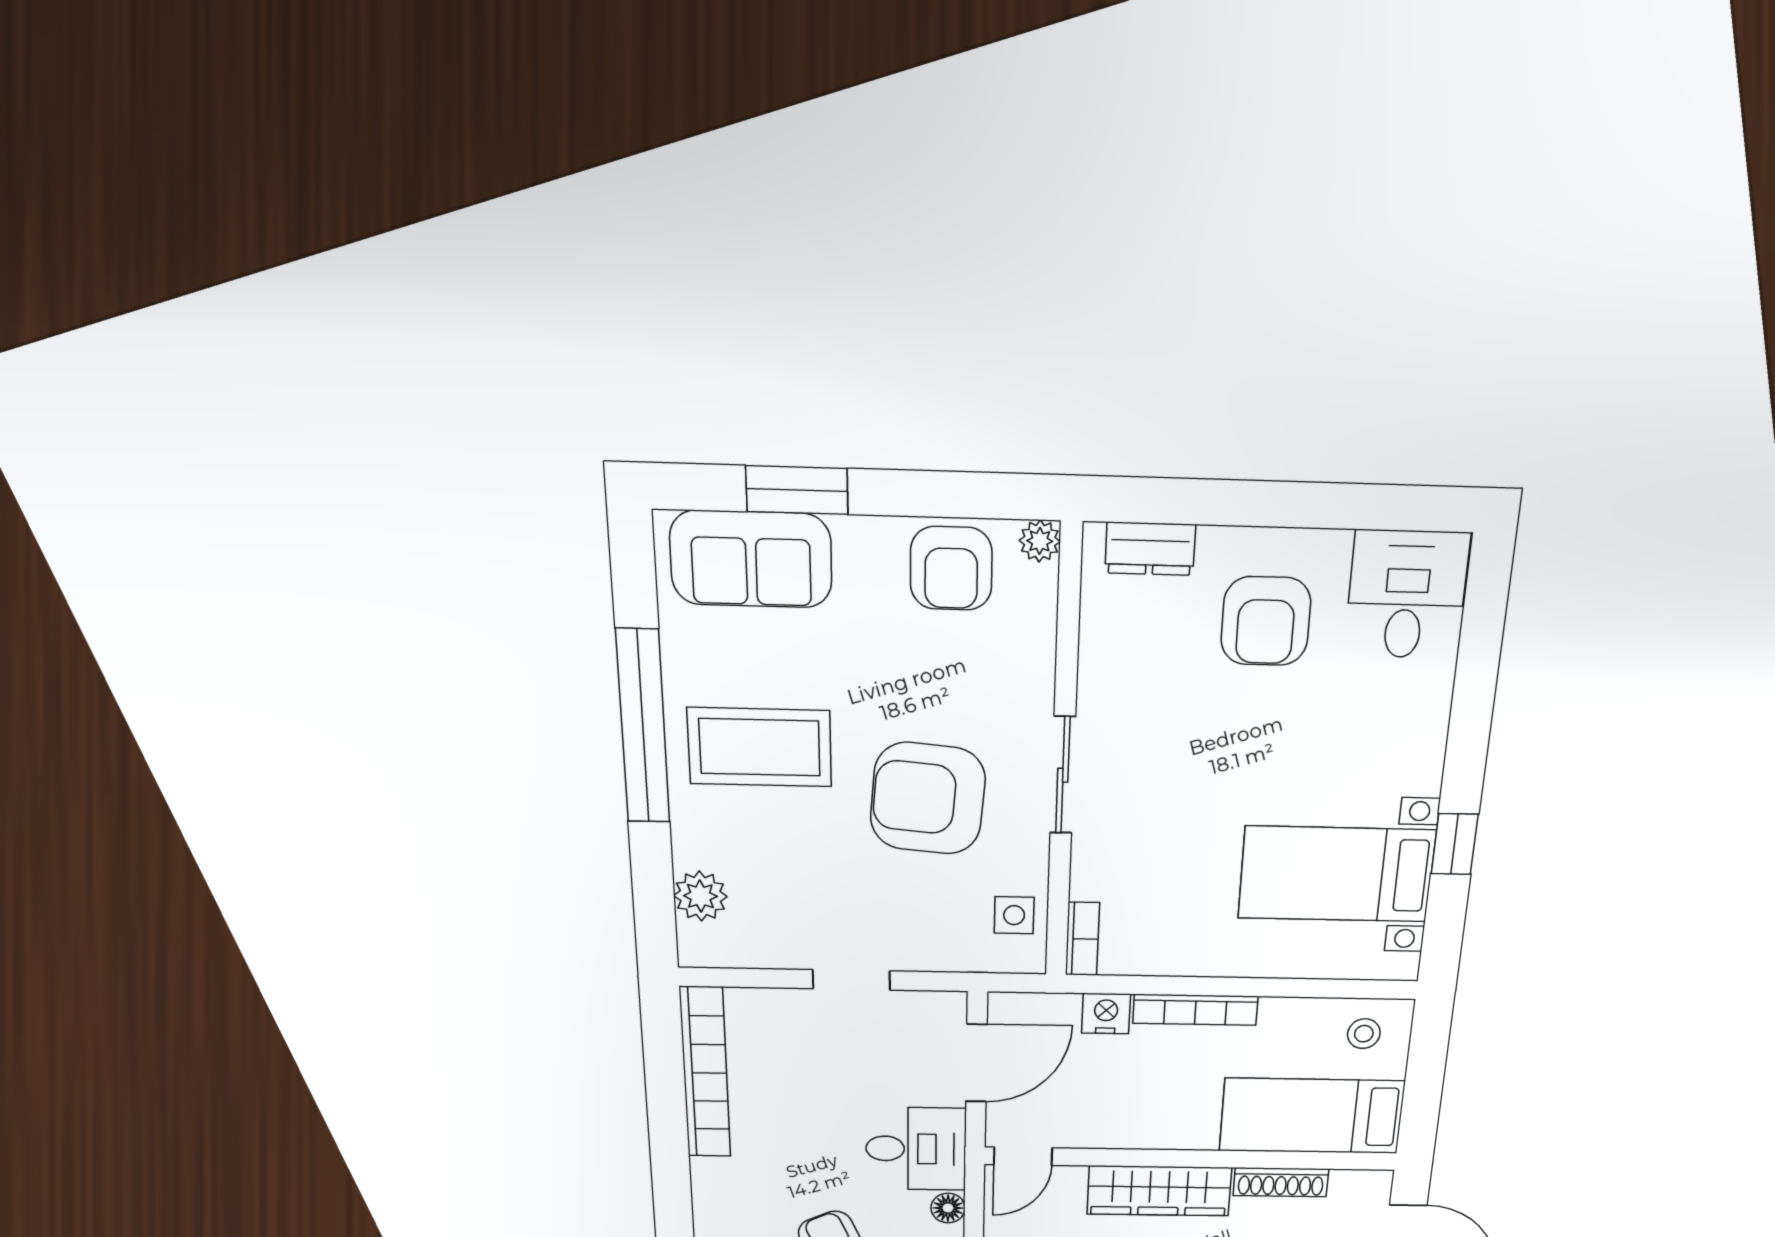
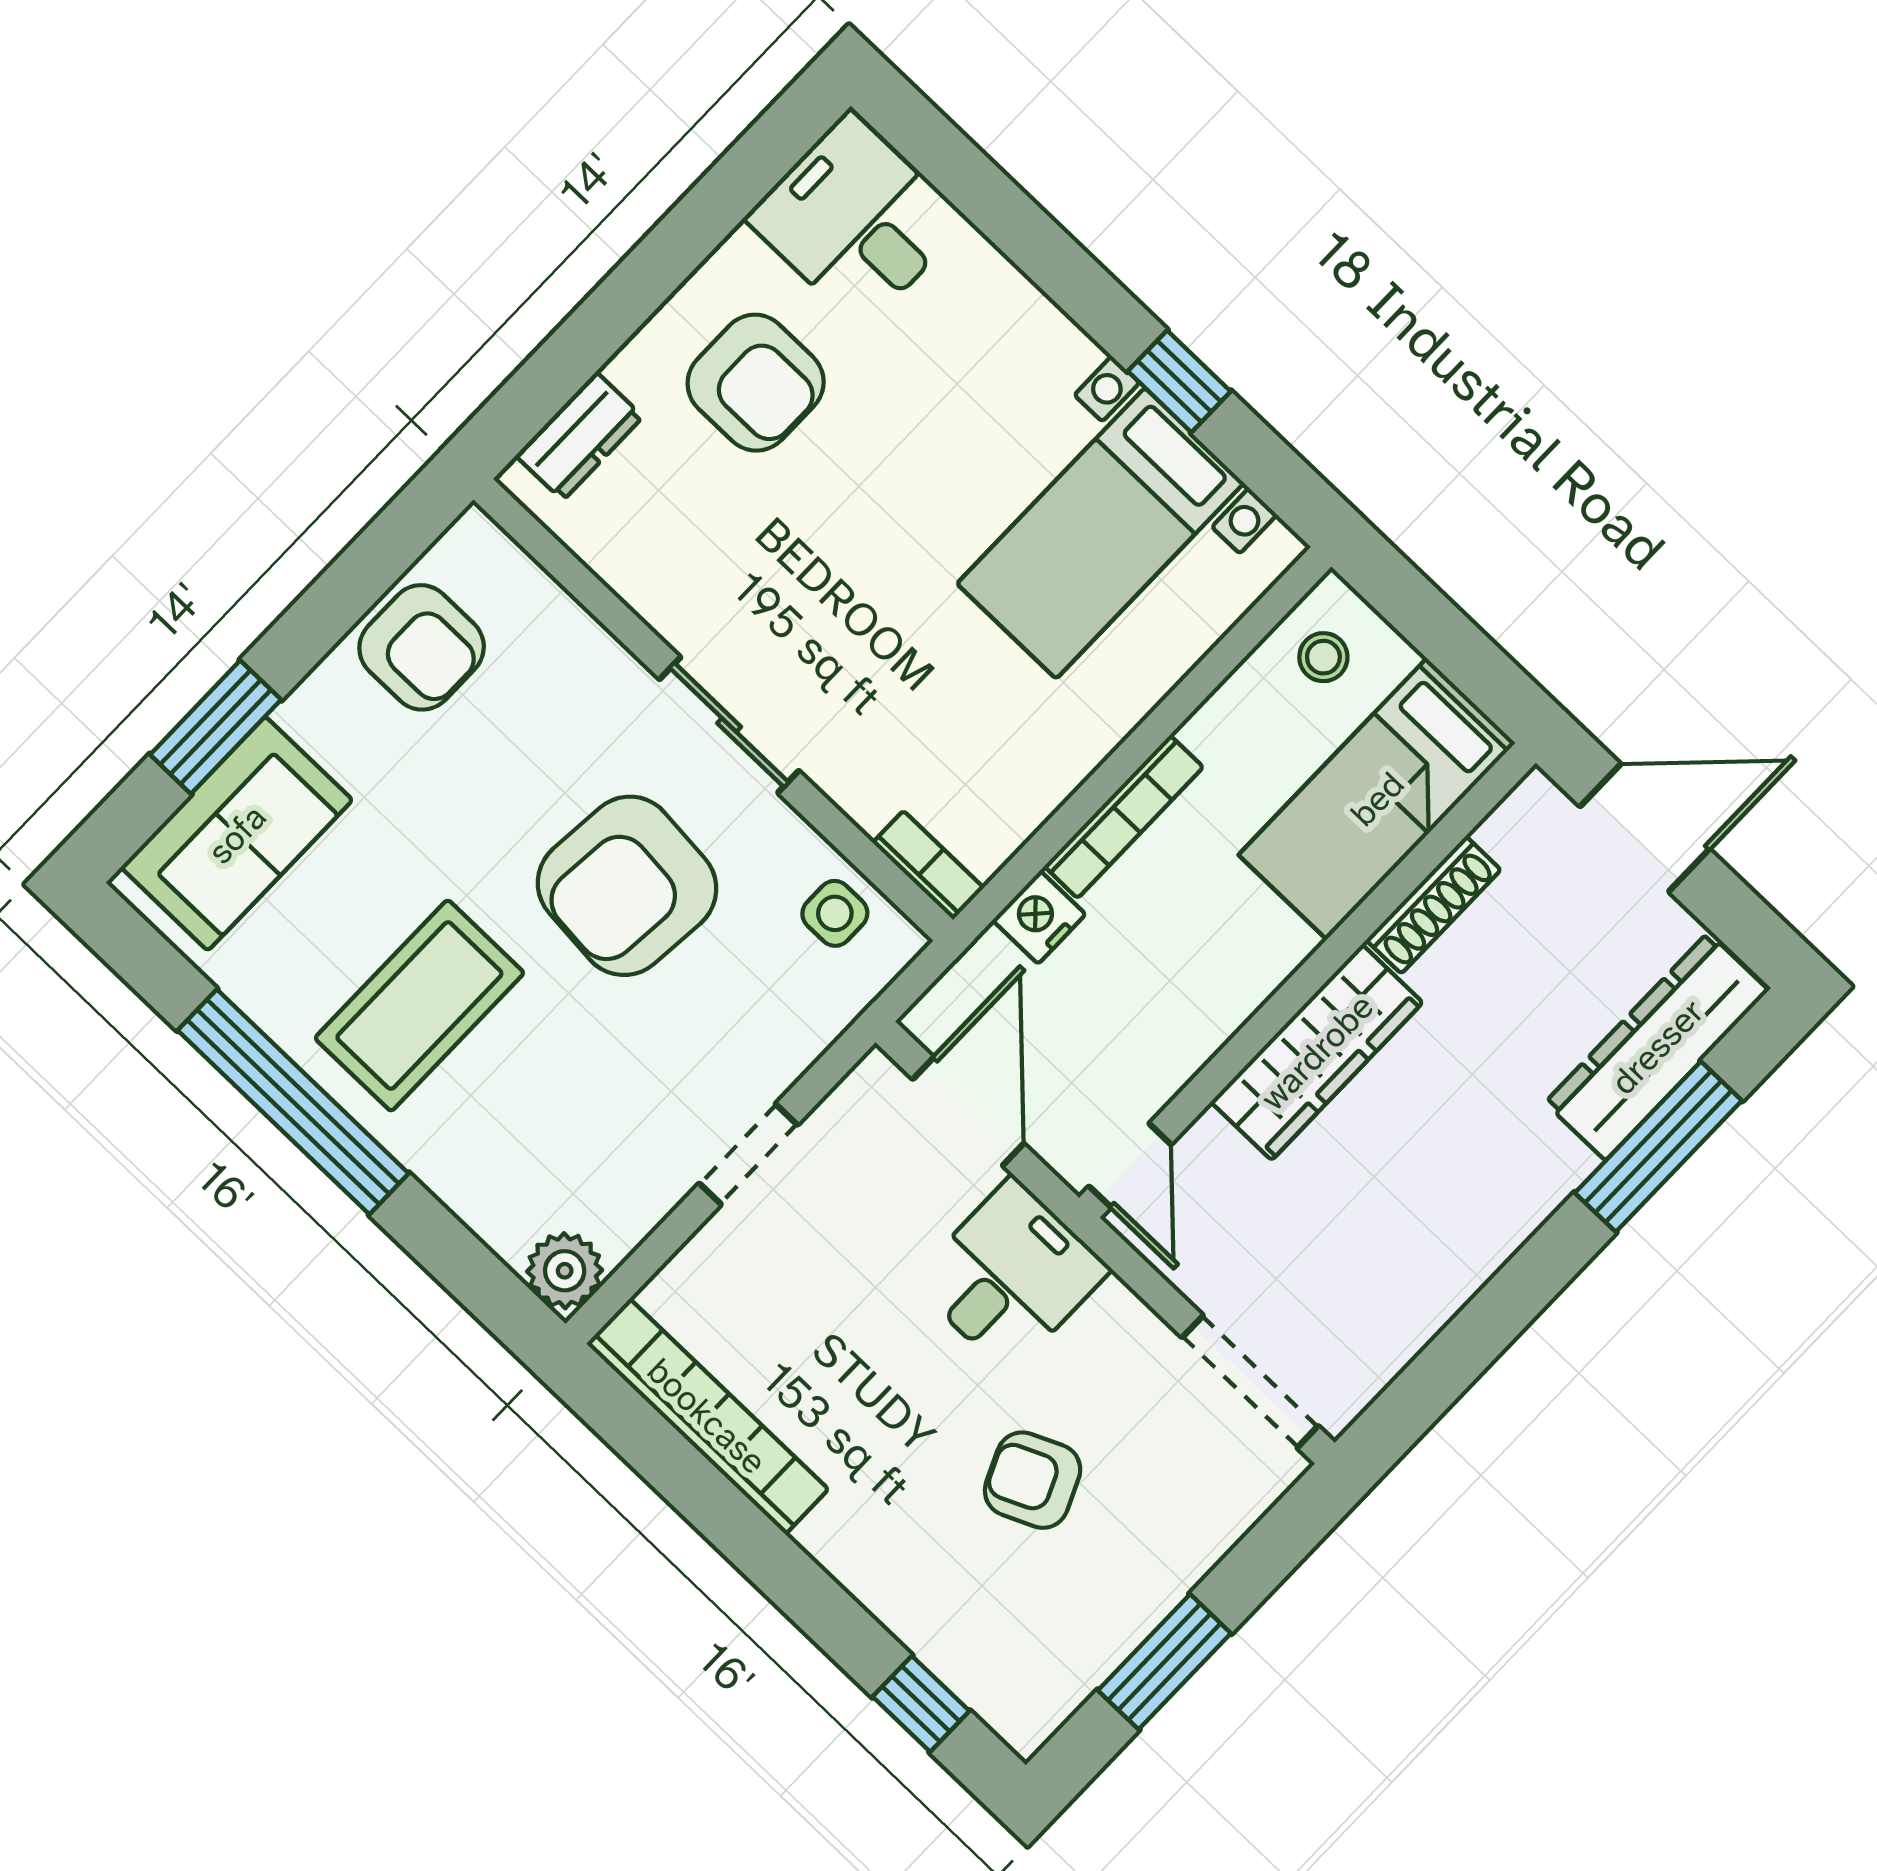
plant: (1040, 541) -> (474, 537), removed
plant: (700, 896) -> (565, 1271), moved
floor lamp: (948, 1208) -> (1118, 1310), removed

